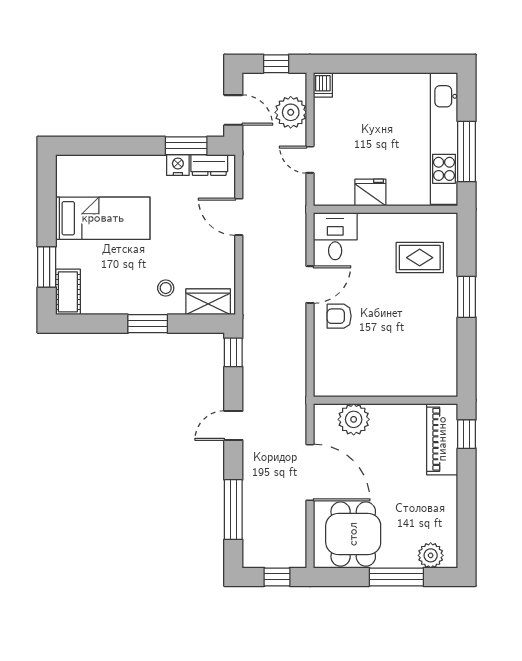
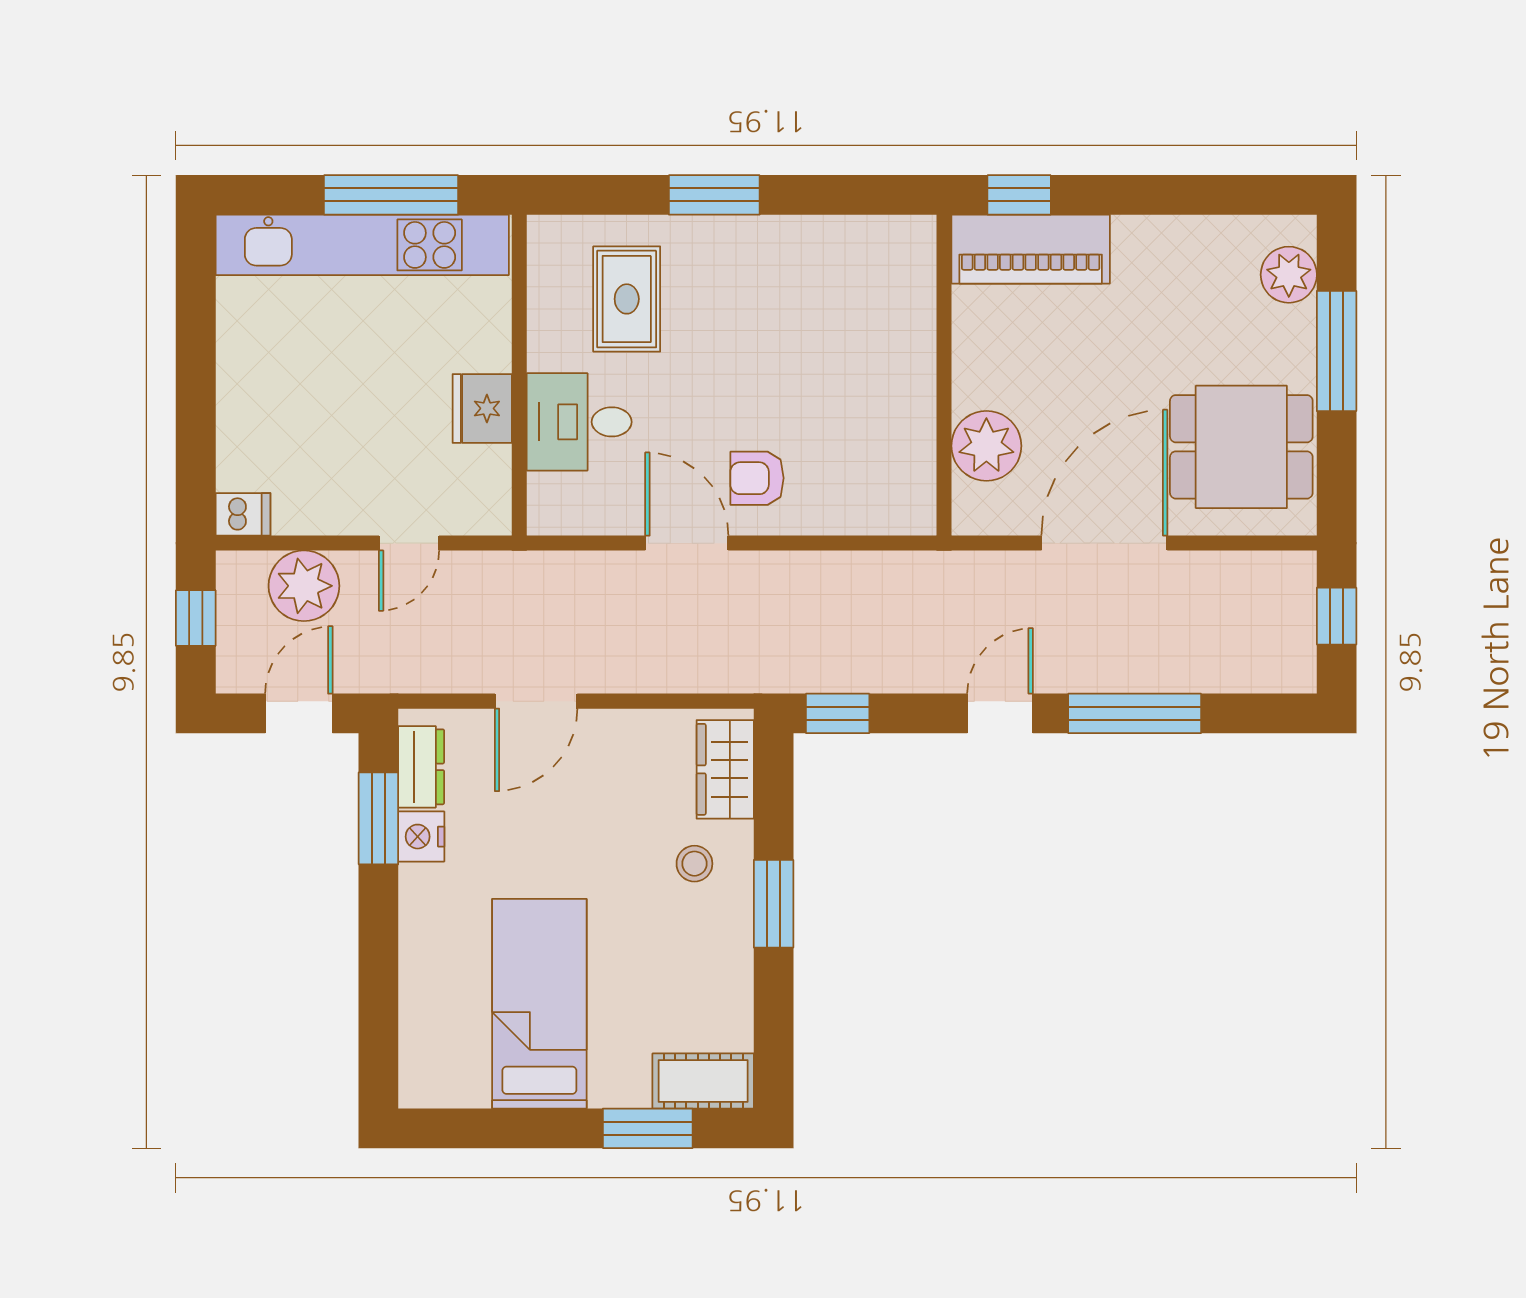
desk: (335, 236) -> (579, 422), moved
armchair: (339, 316) -> (757, 478), turned 90
door: (233, 425) -> (1000, 713), swing flipped
window: (233, 510) -> (1135, 713), moved

